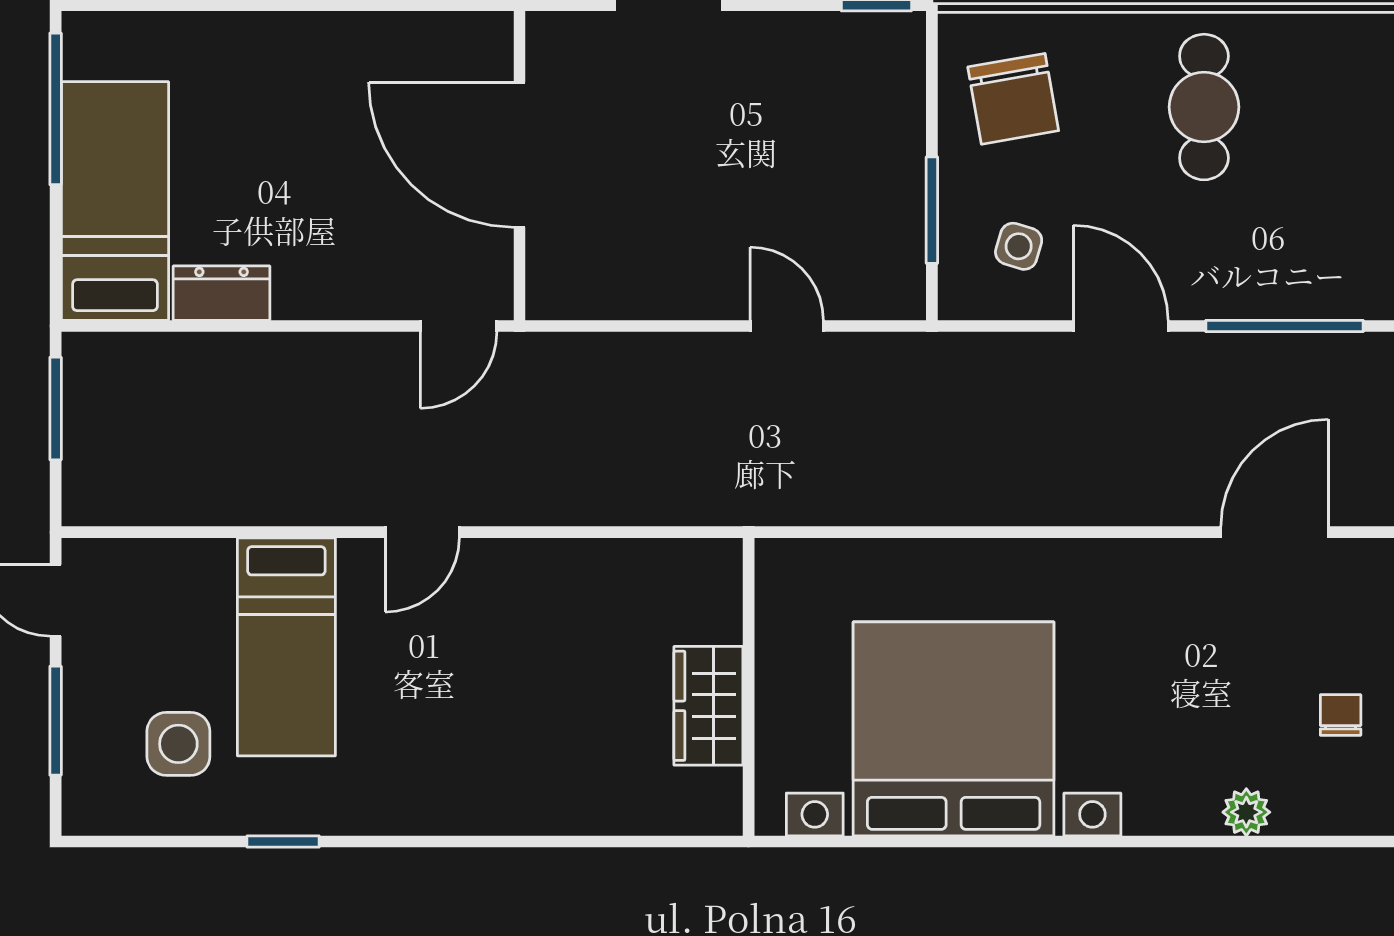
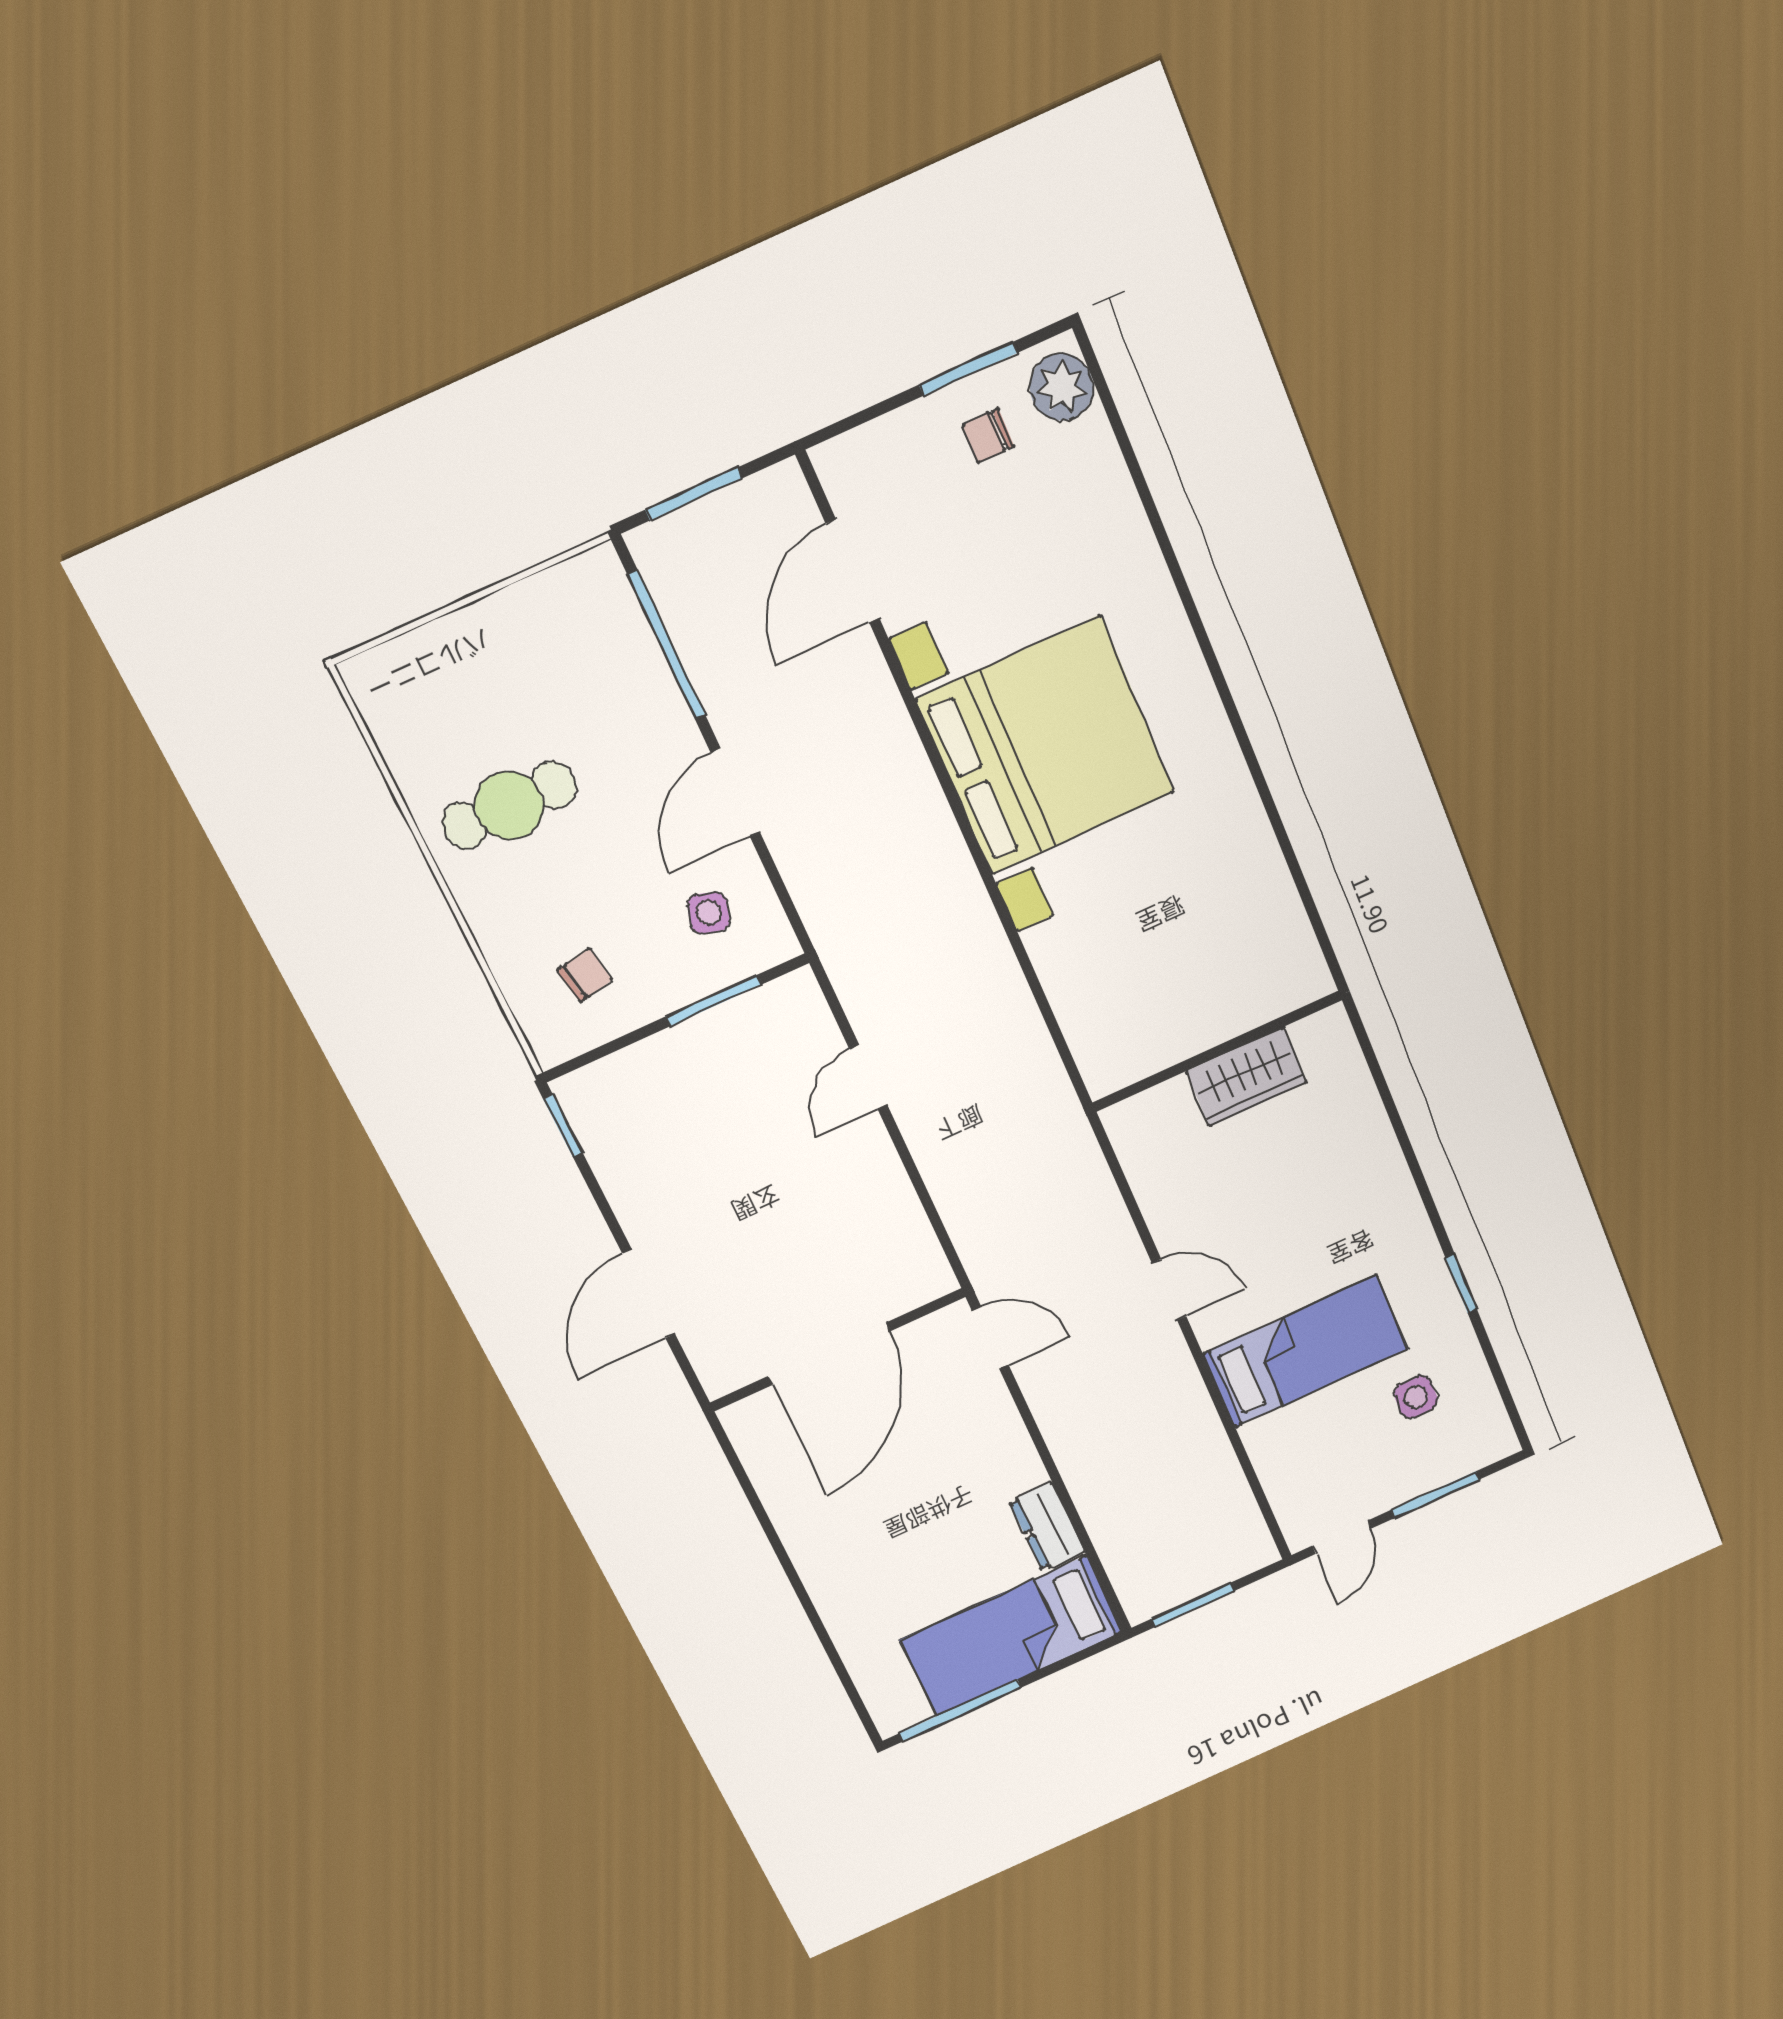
chair: (1013, 99) -> (585, 975), width x0.54, depth x0.54
door: (1274, 532) -> (853, 571), hinge flipped
wall: (749, 687) -> (1217, 1051), moved
wardrobe: (708, 706) -> (1246, 1077), moved
bed with nightstands: (954, 729) -> (1046, 746), moved, turned 180
side table: (178, 744) -> (1416, 1397), width x0.73, depth x0.73
plant: (1246, 812) -> (1062, 387), moved, width x1.38, depth x1.38

